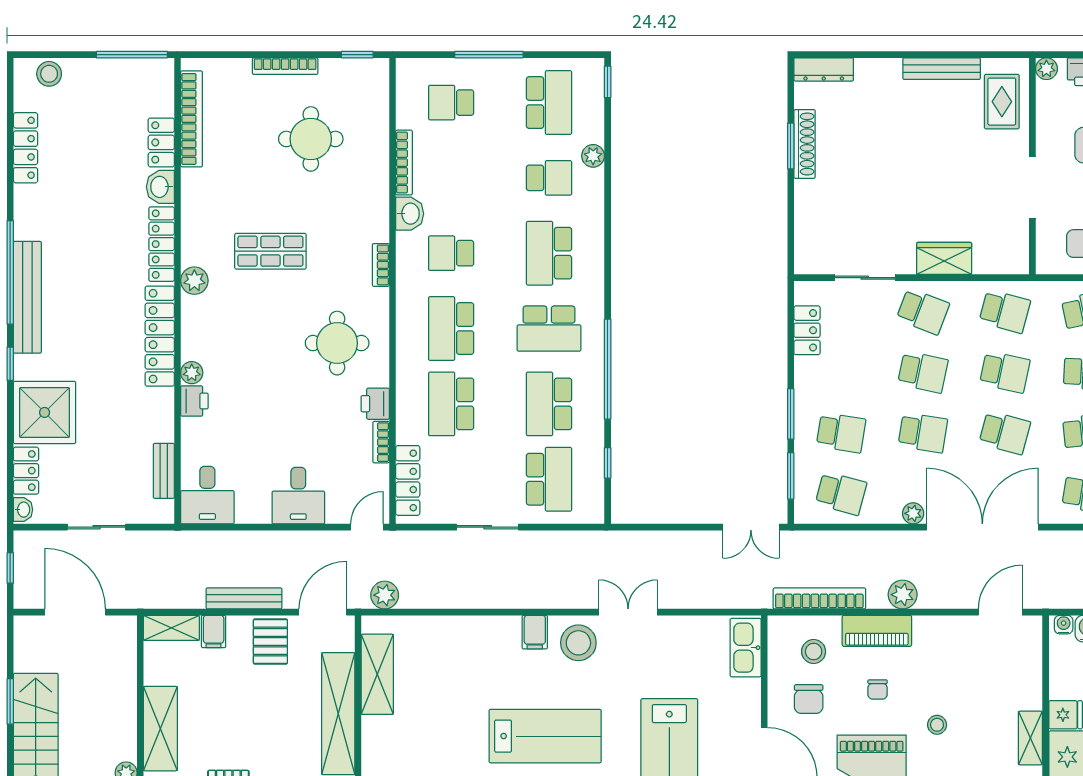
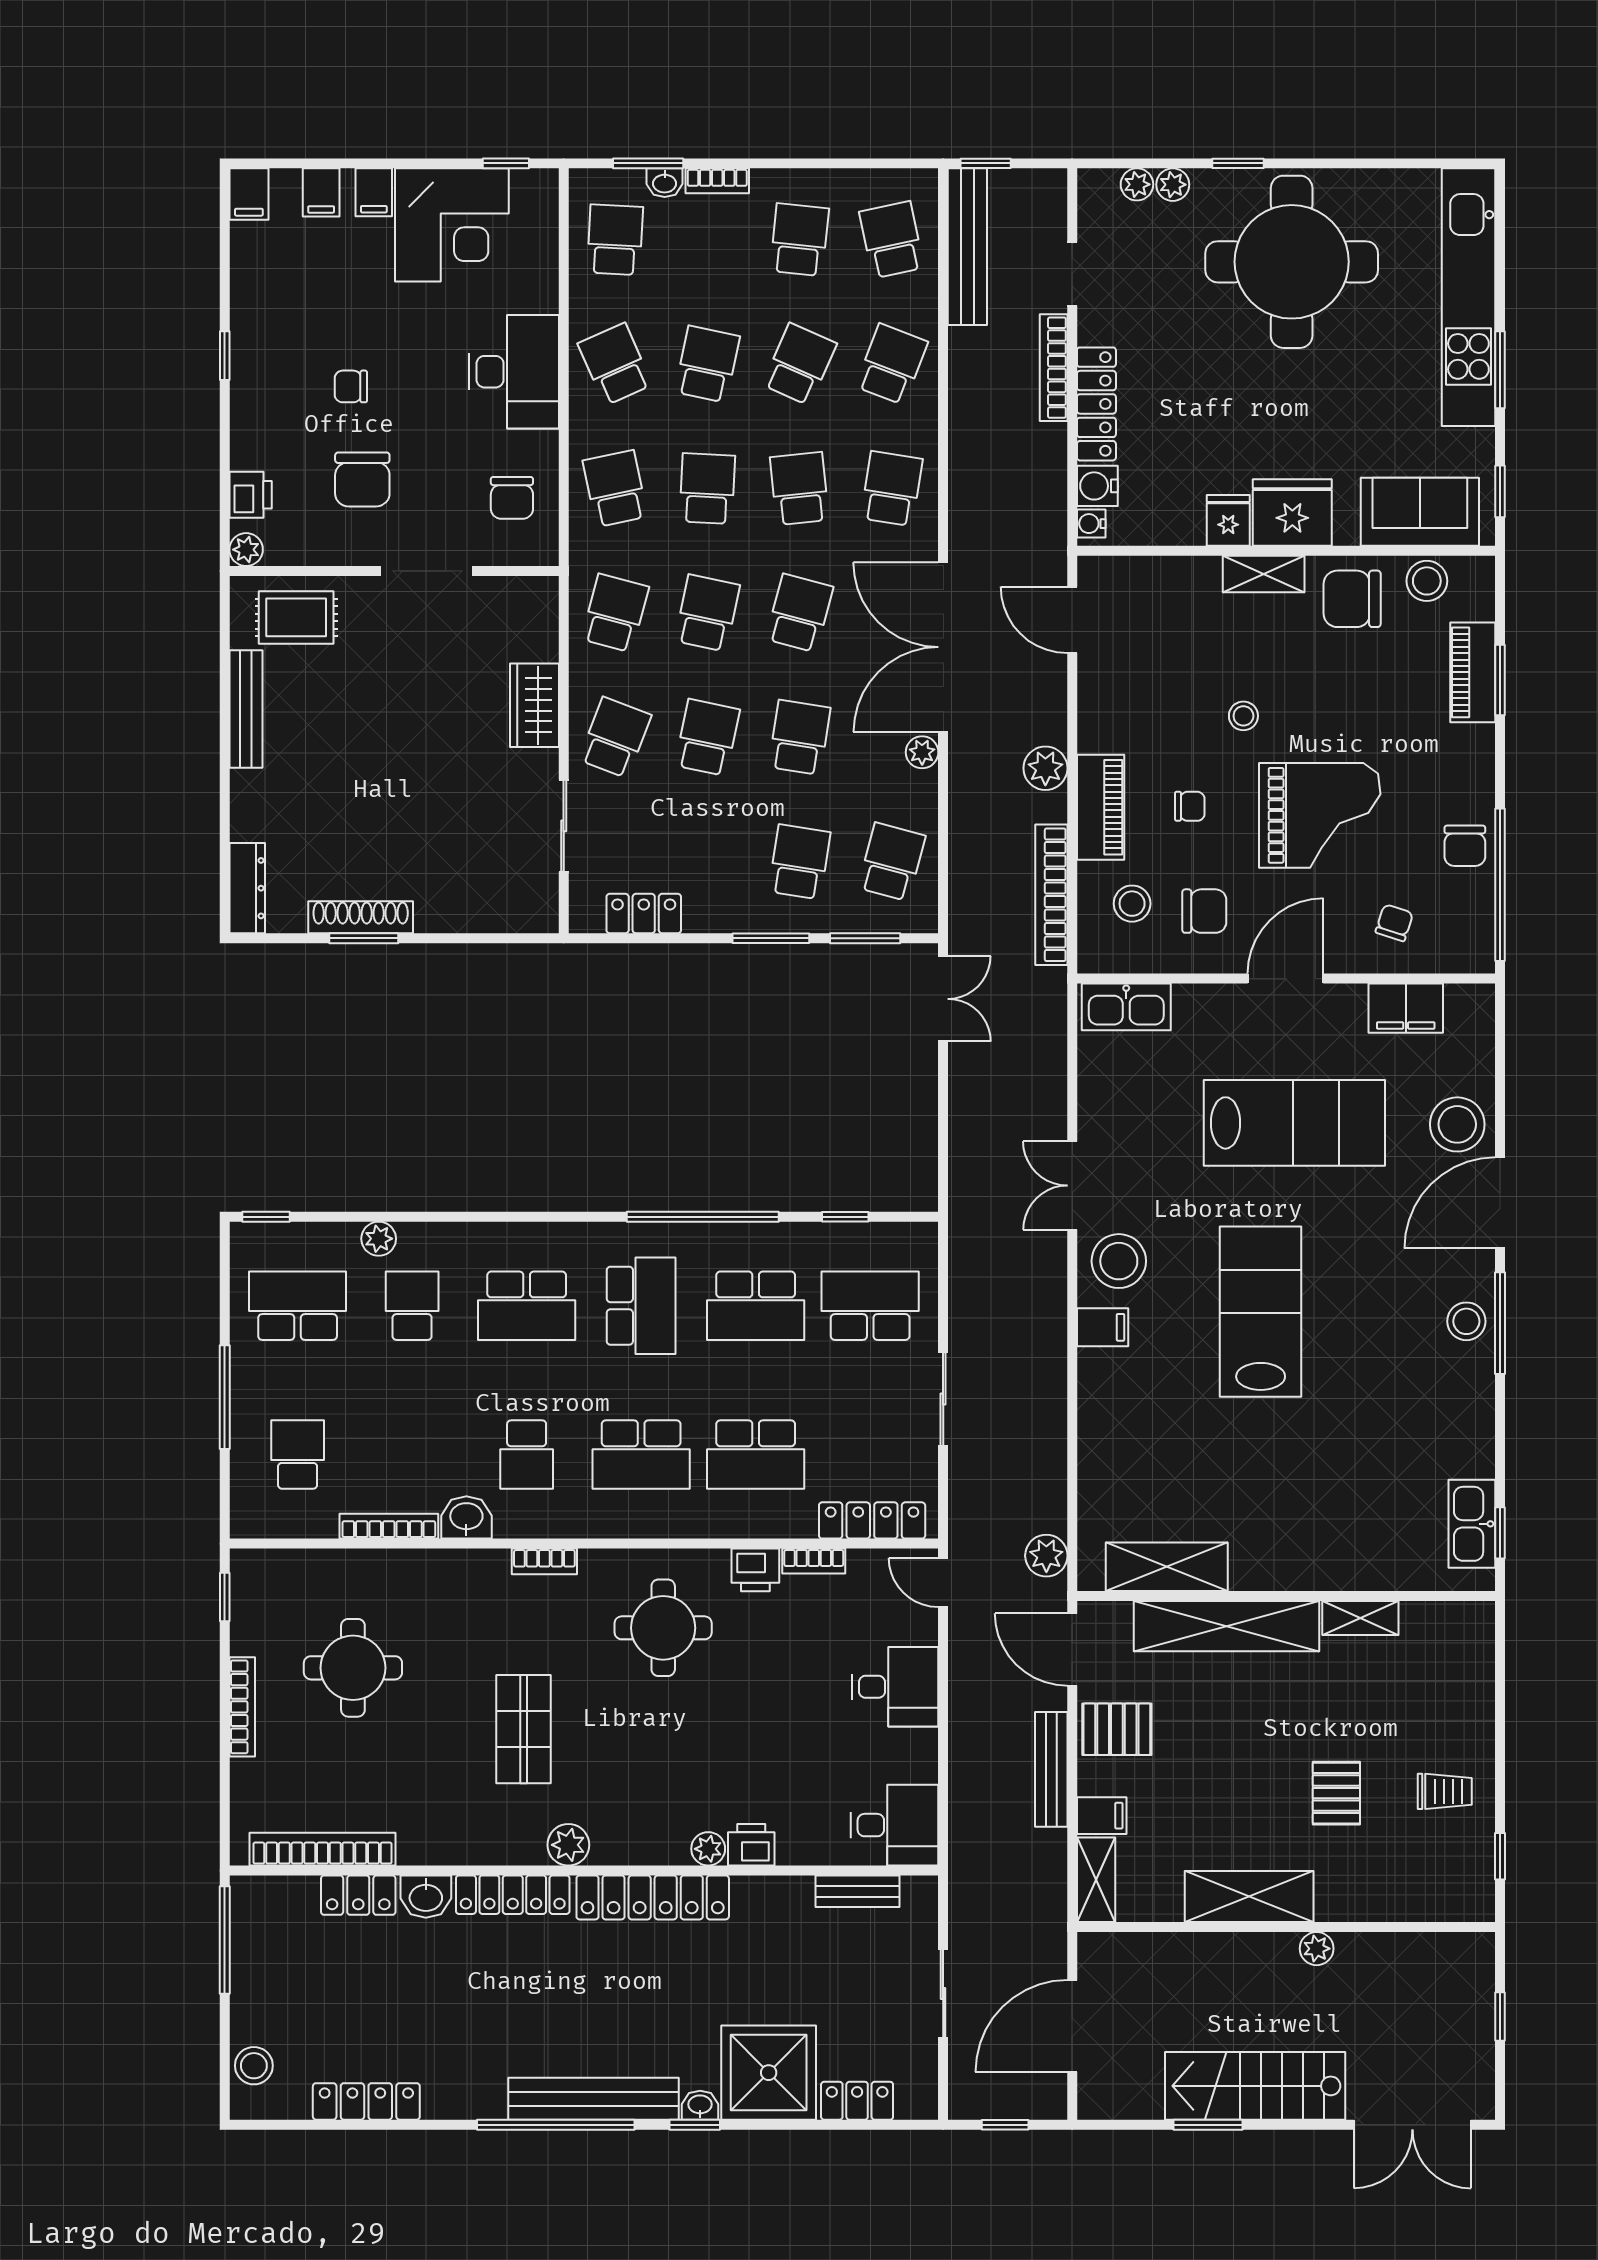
school desk: (451, 103) -> (298, 1455), turned 180
washbasin: (23, 510) -> (700, 2105), moved

